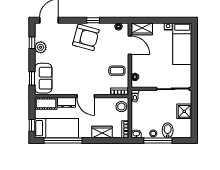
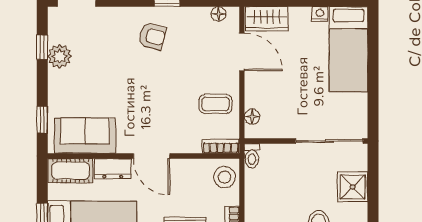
armchair: (86, 37) -> (152, 36), width x0.53, depth x0.53
sofa: (43, 78) -> (85, 136), moved, turned -90

